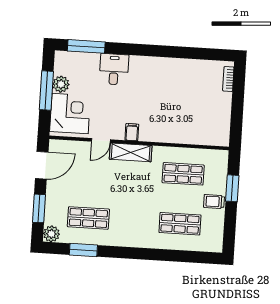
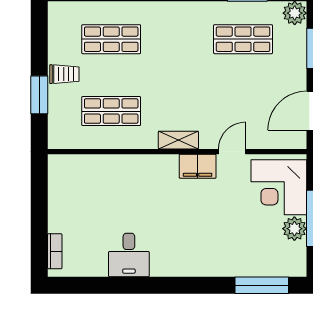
desk: (114, 69) -> (129, 255), moved
filing cabinet: (132, 132) -> (198, 166), width x2.00
shelving: (131, 152) -> (178, 140), width x0.67, depth x0.75

